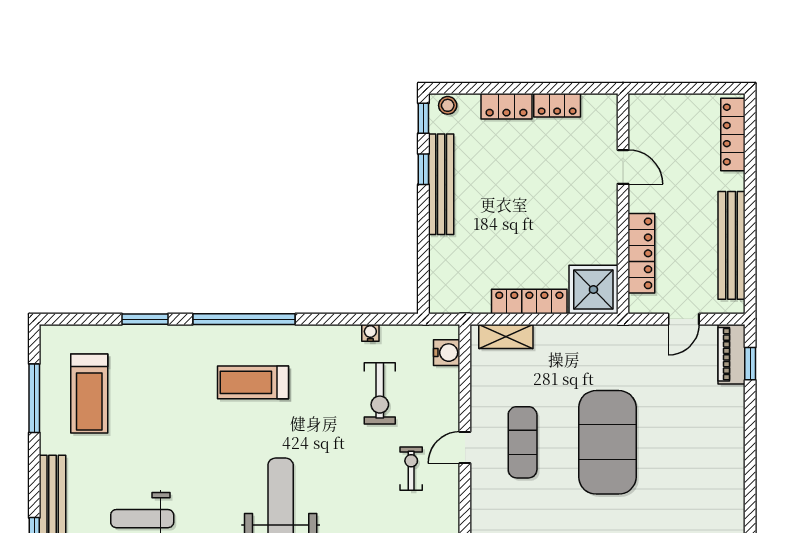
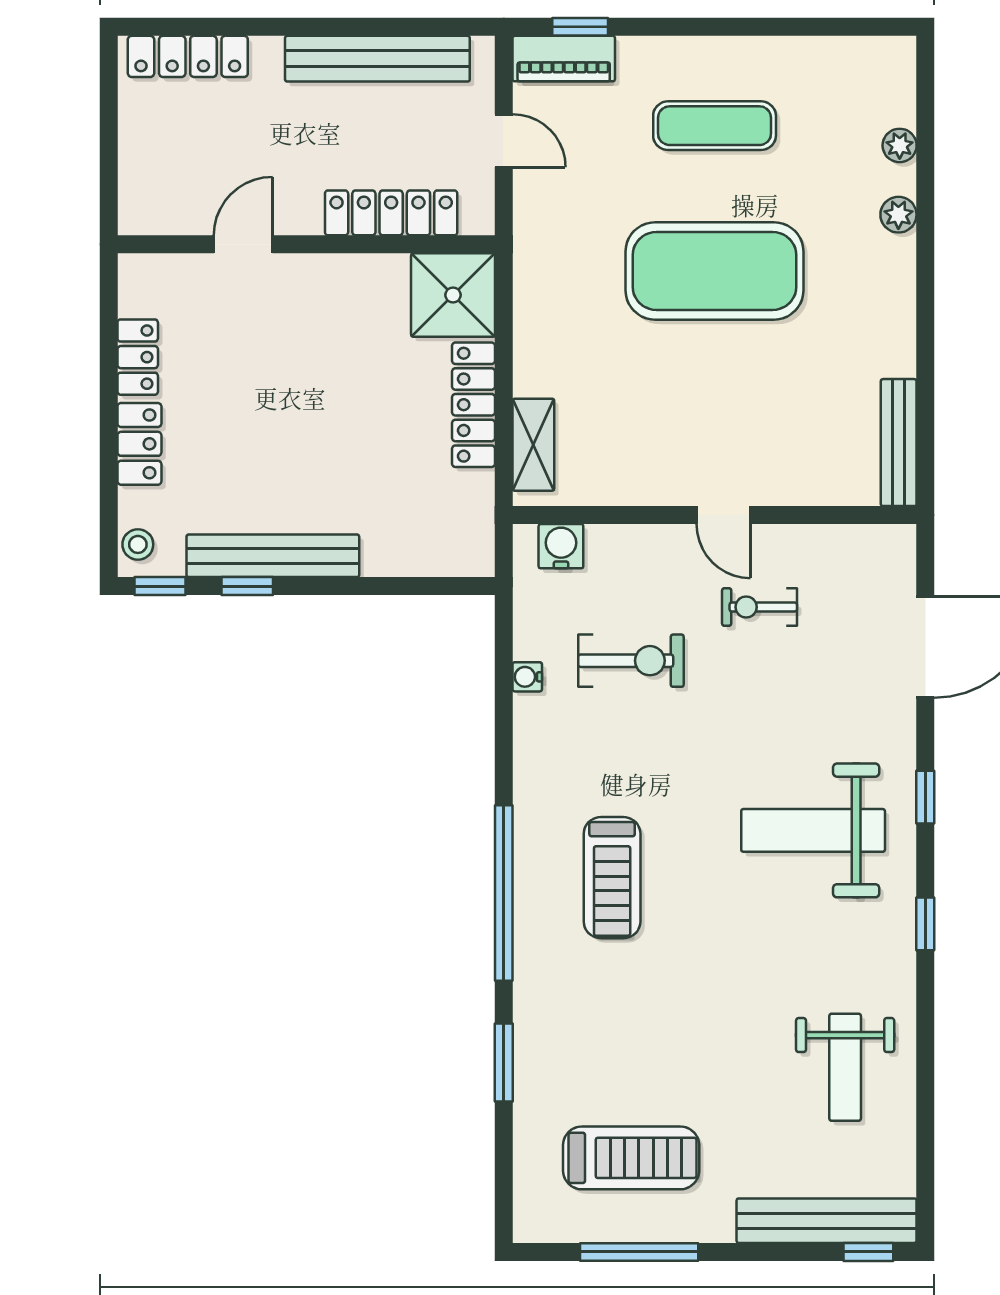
exercise mat: (523, 442) -> (715, 126), moved

